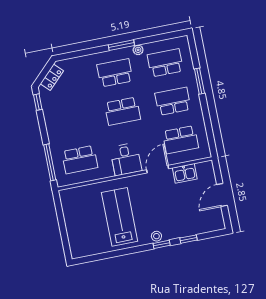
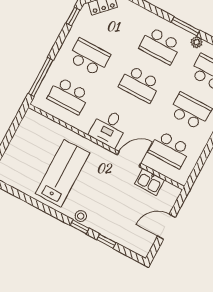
school desk: (115, 73) -> (160, 46), turned 180
school desk: (72, 121) -> (89, 57), added

